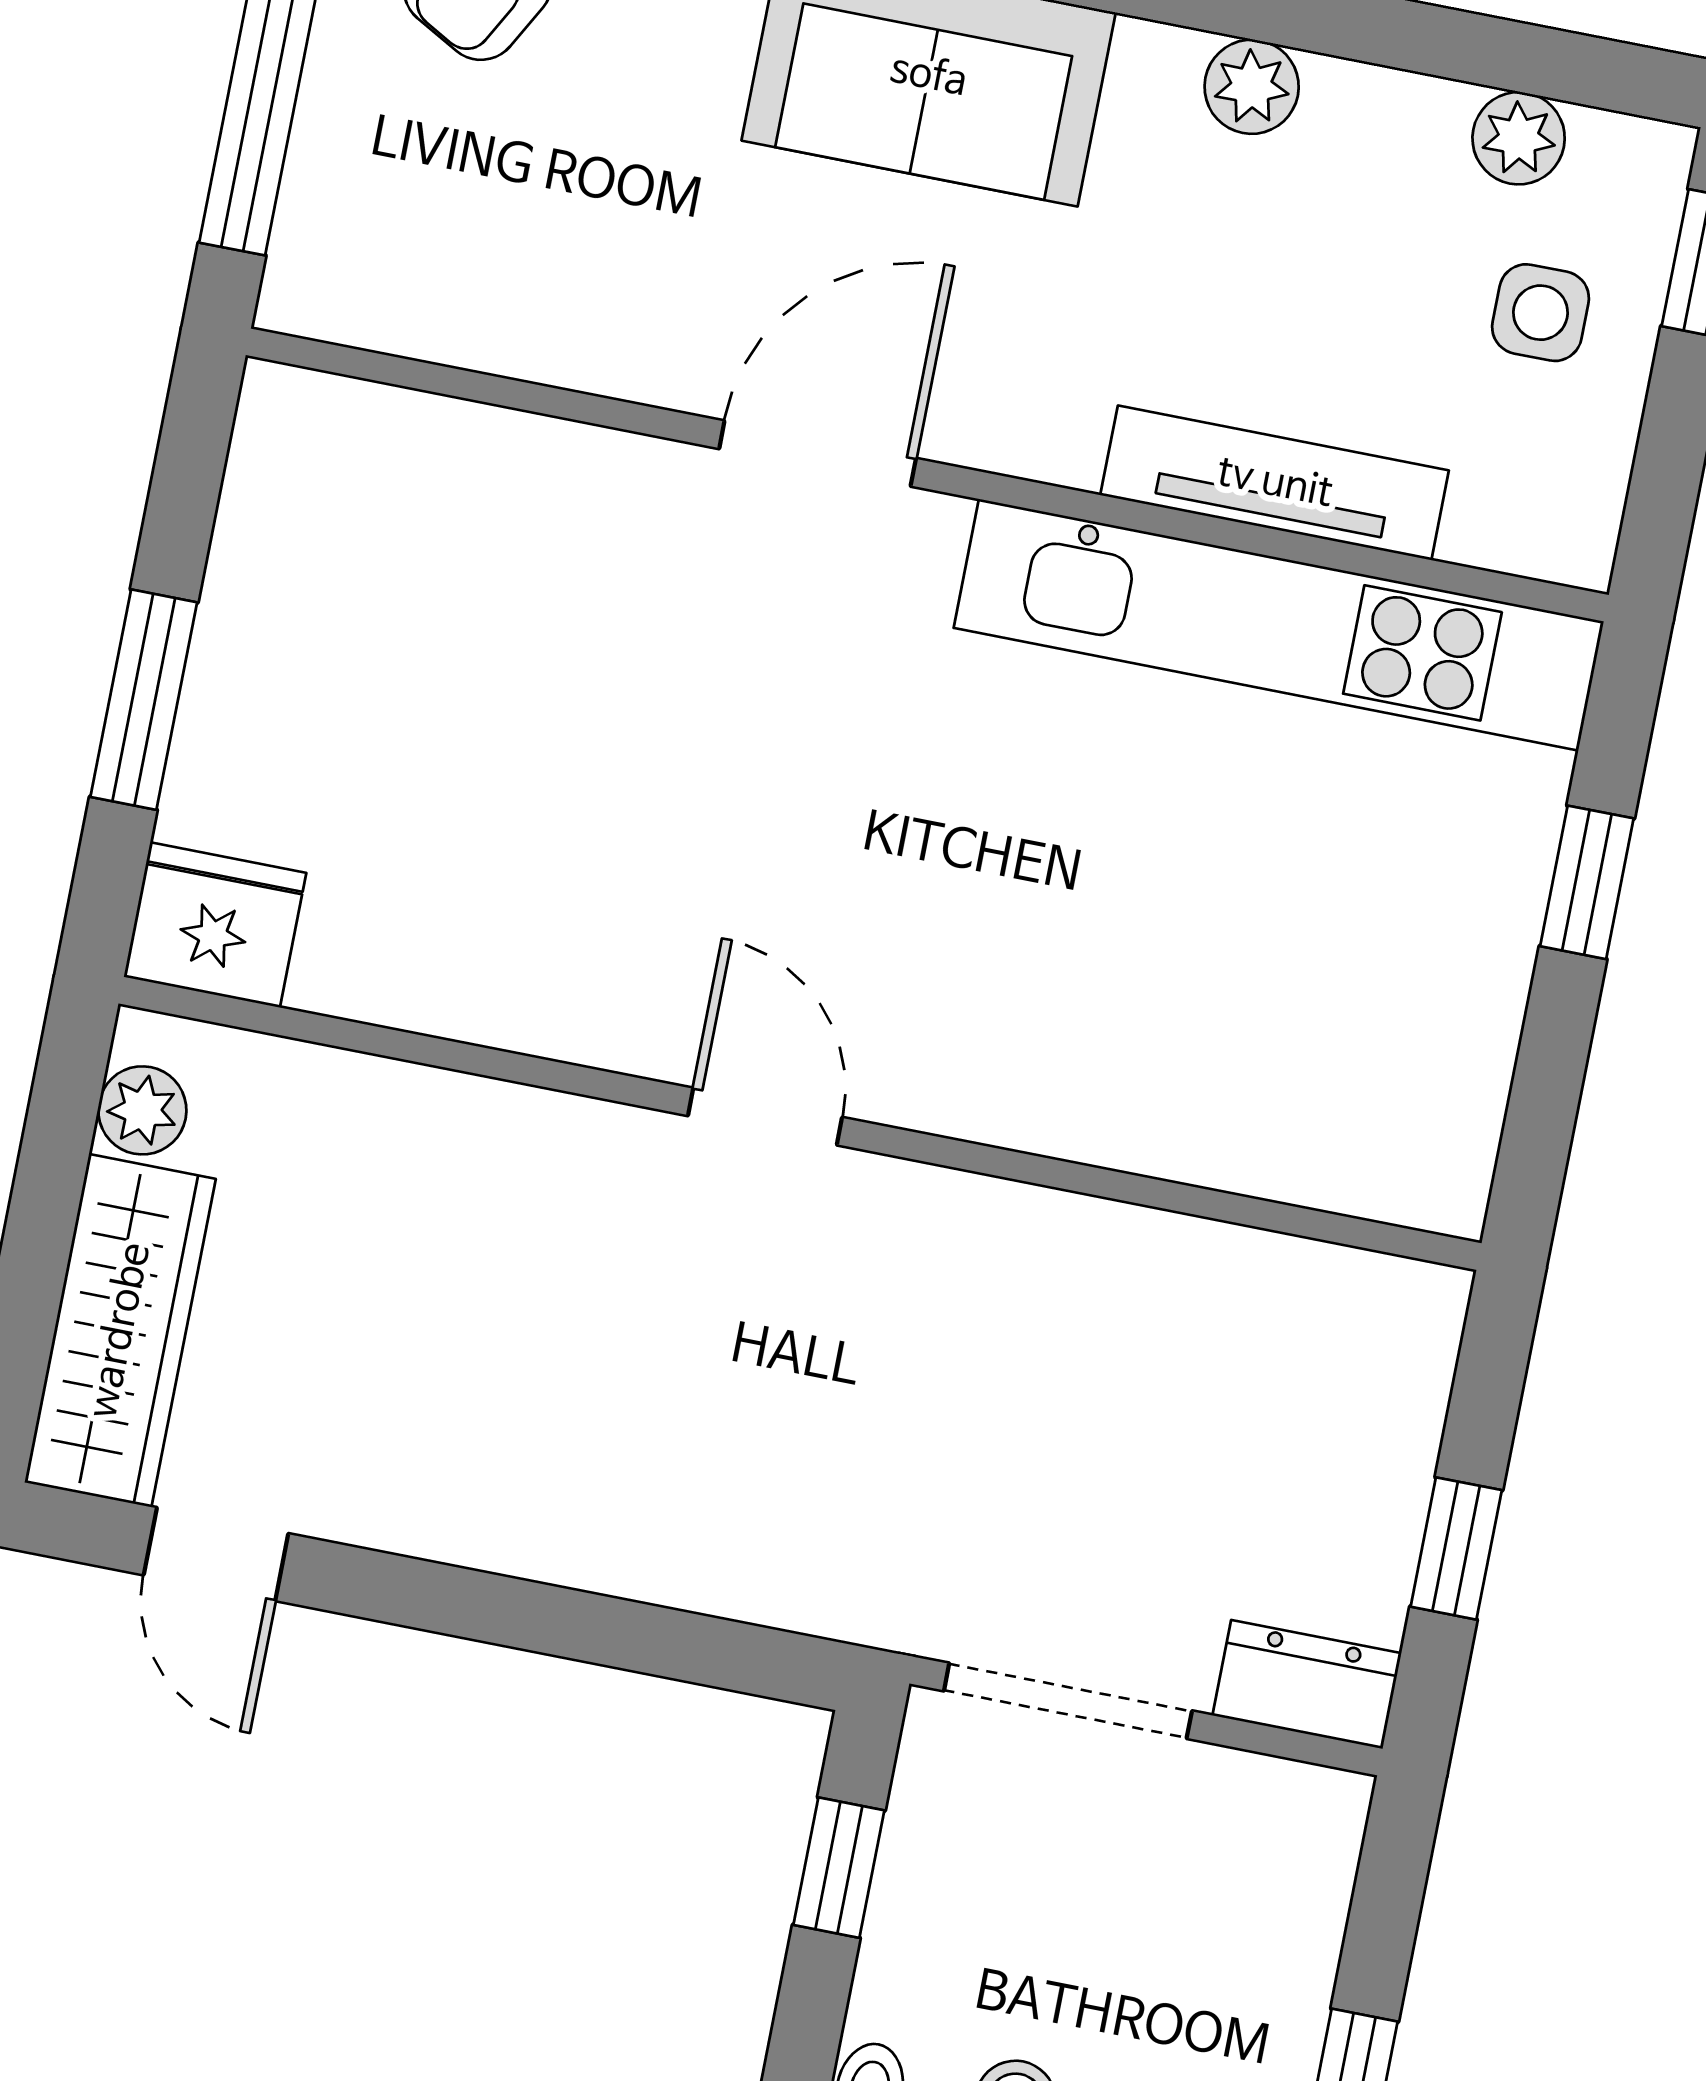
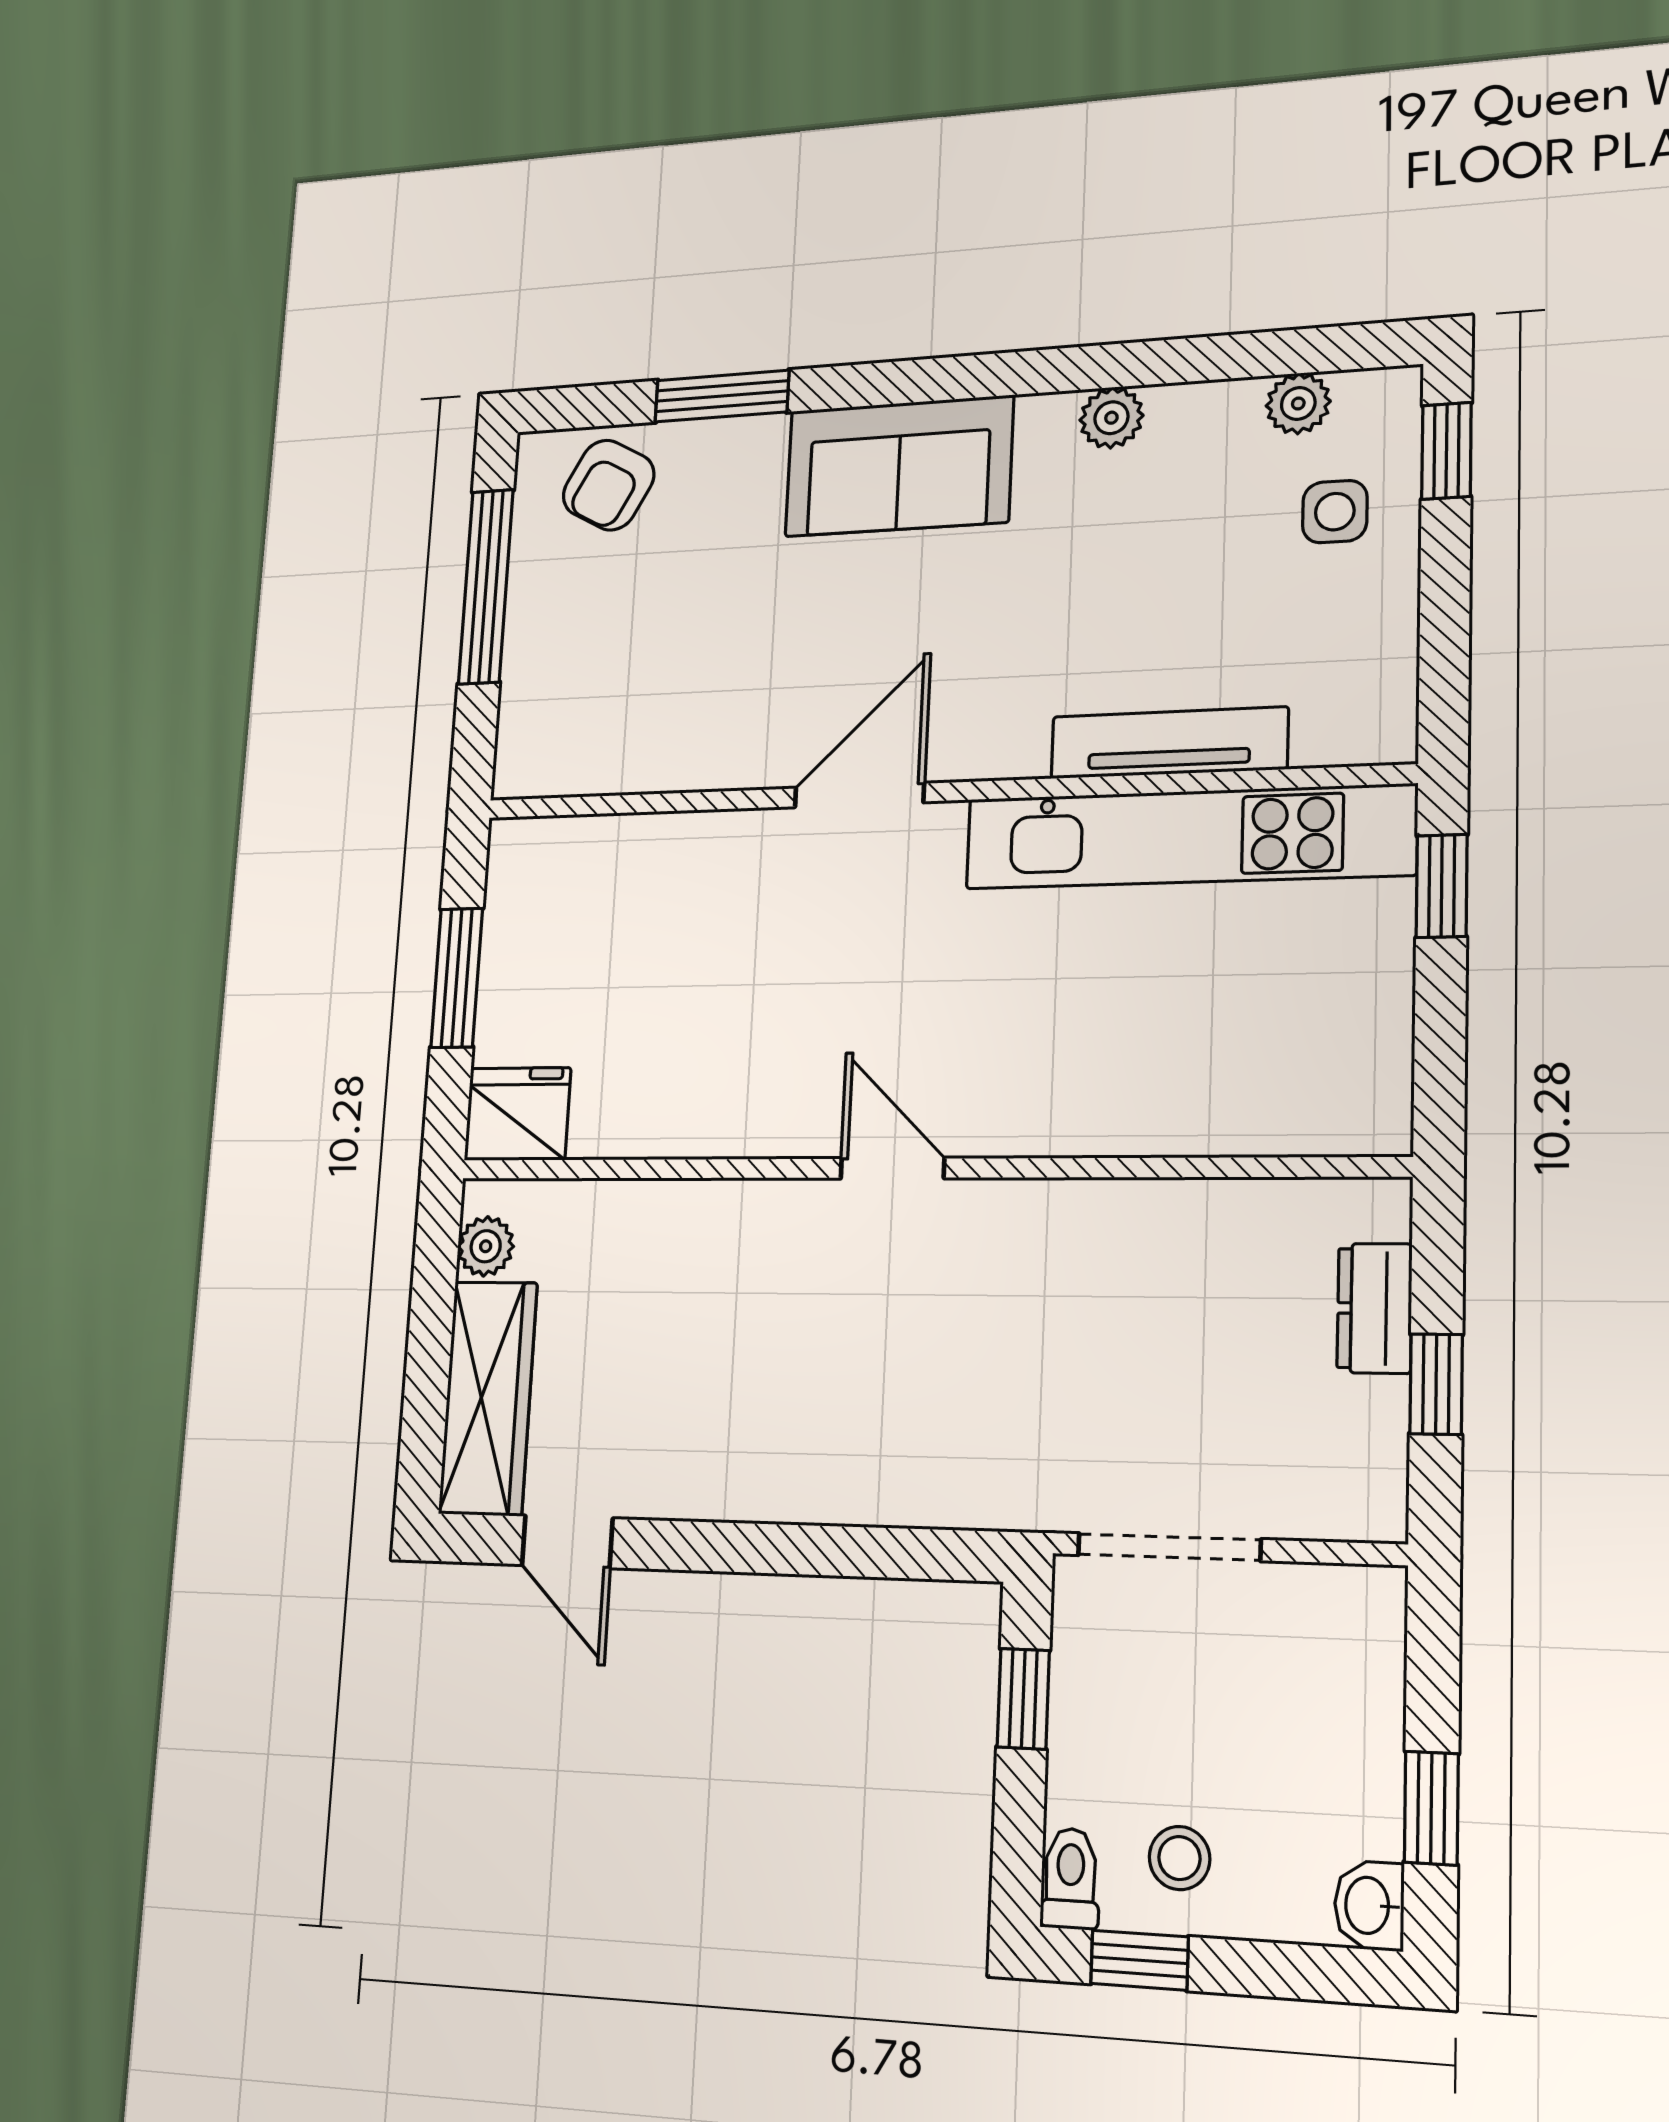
door: (818, 453) -> (859, 795), moved
wall: (927, 475) -> (934, 792), moved
tv unit: (1275, 483) -> (1169, 743), moved
kitchen unit: (1279, 625) -> (1188, 837), moved
dresser: (1307, 1684) -> (1375, 1308), moved, turned -90

